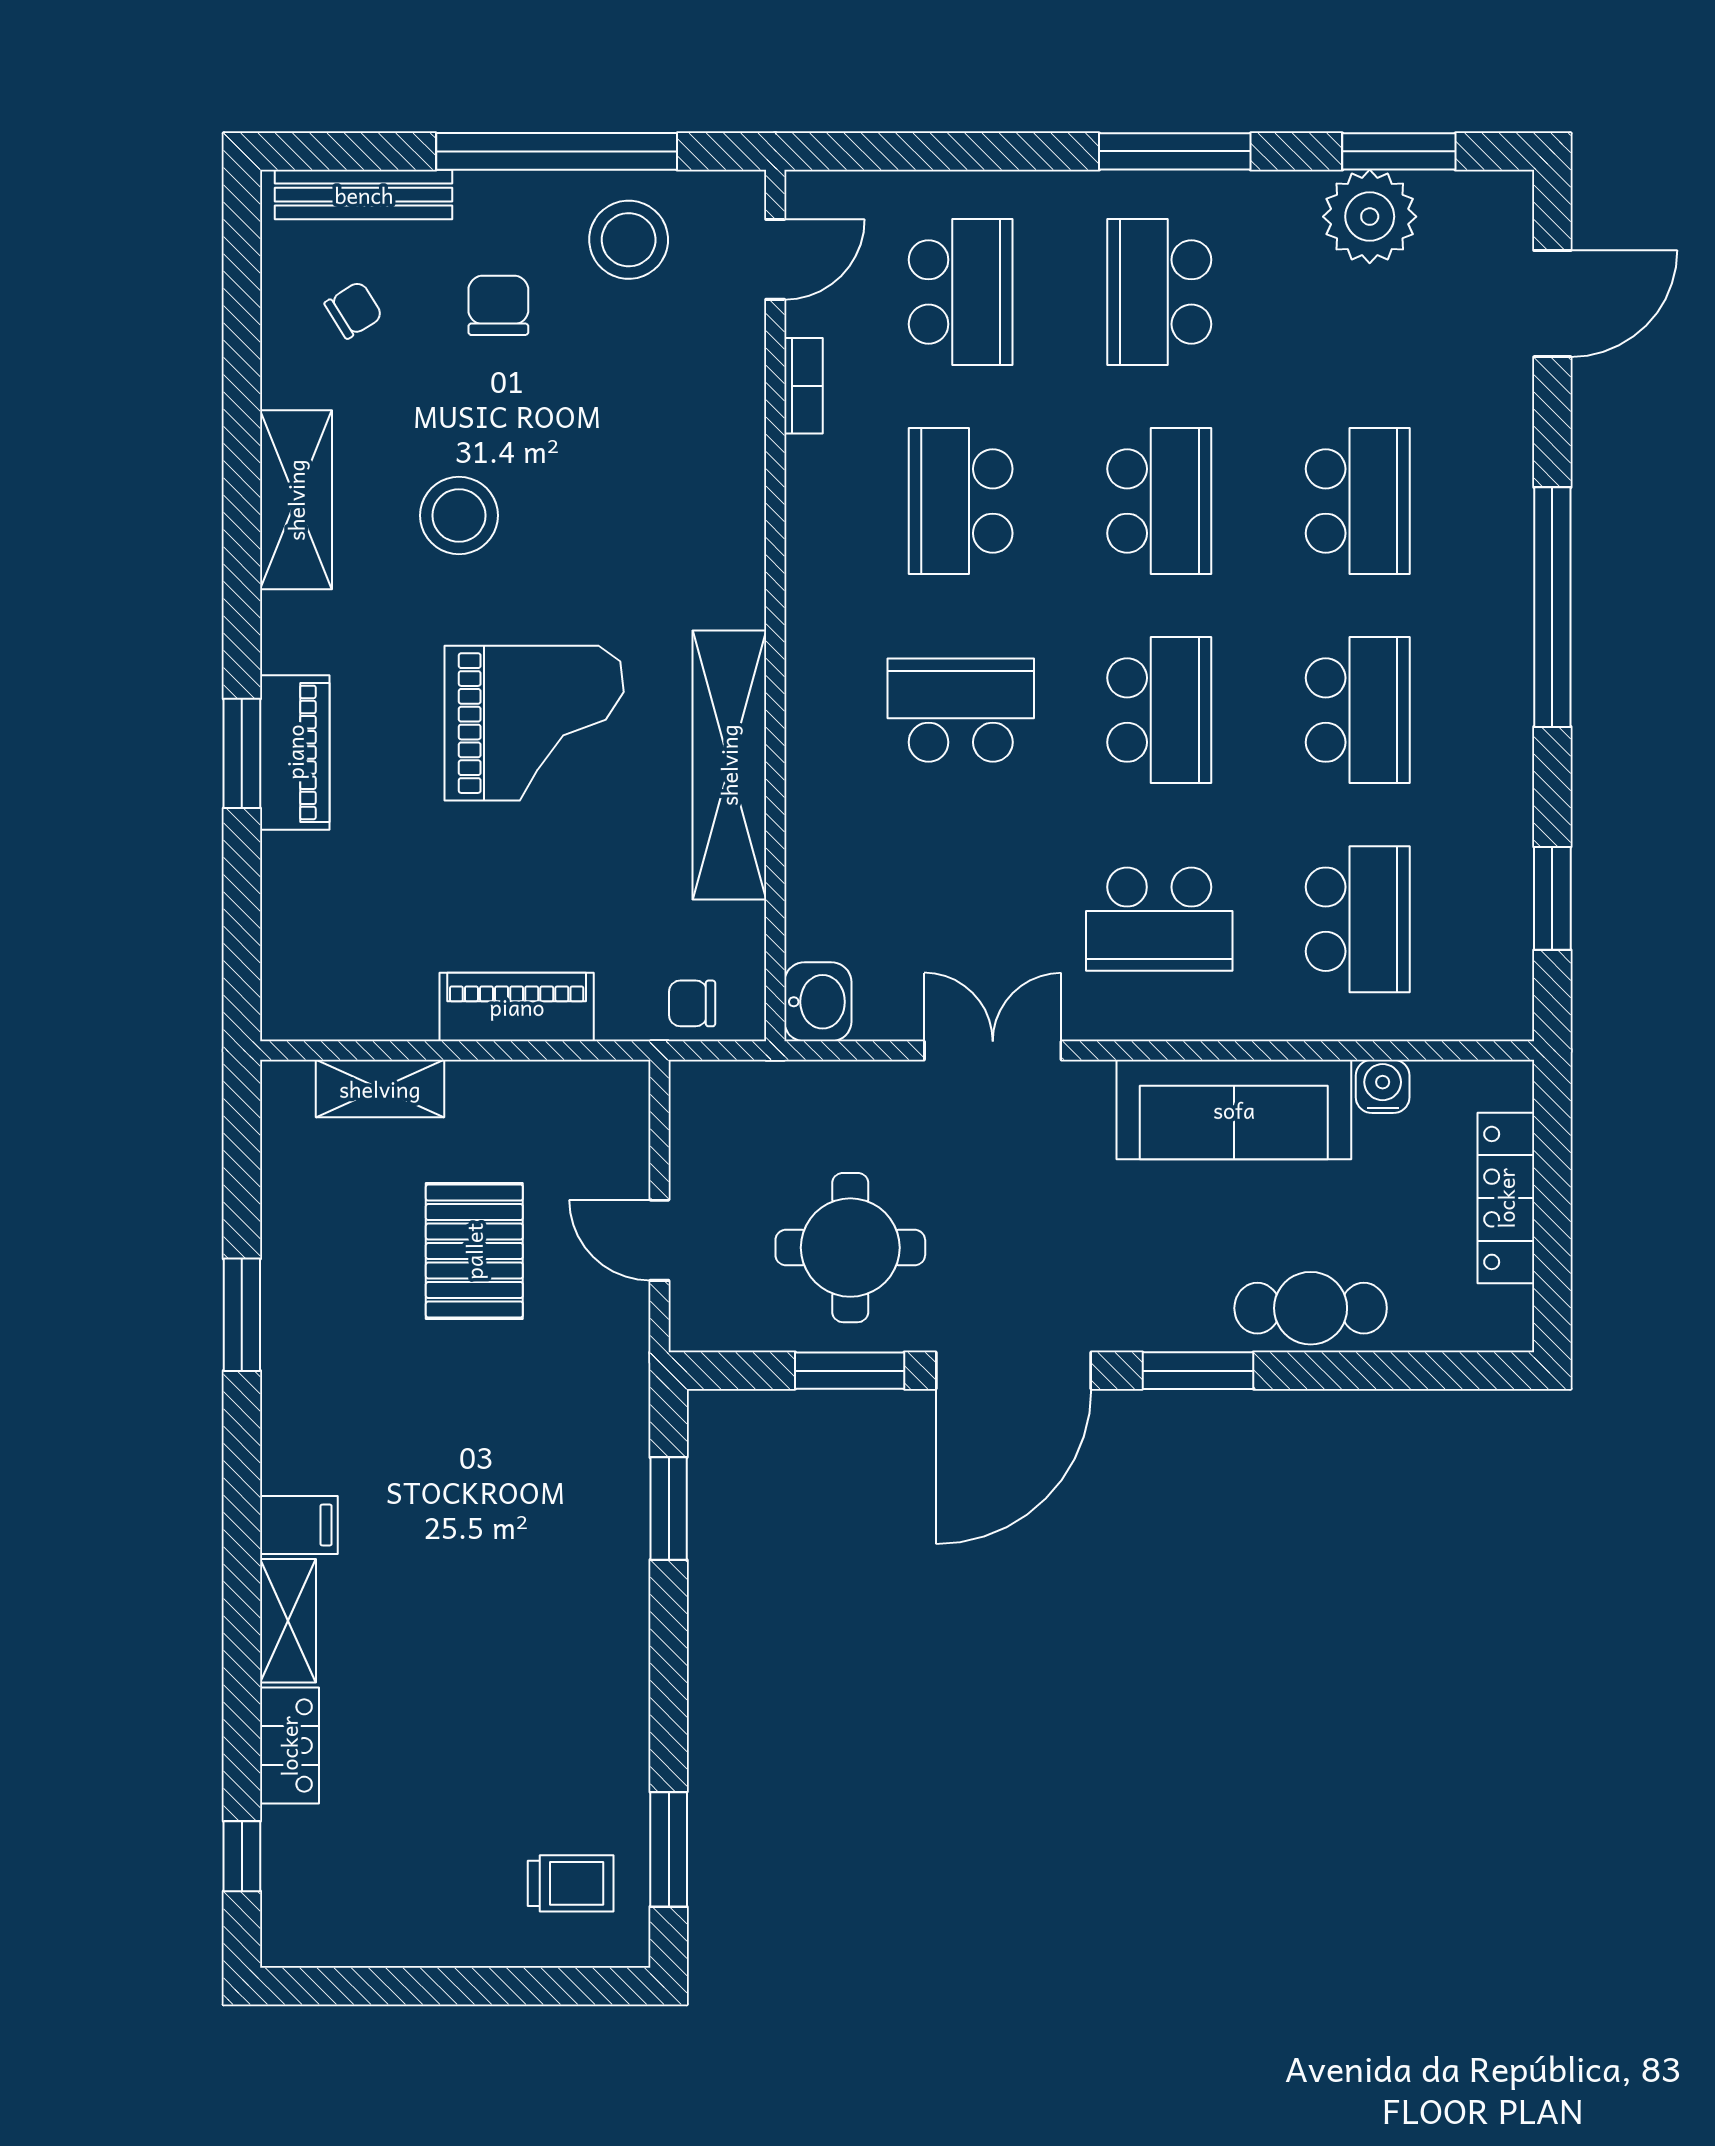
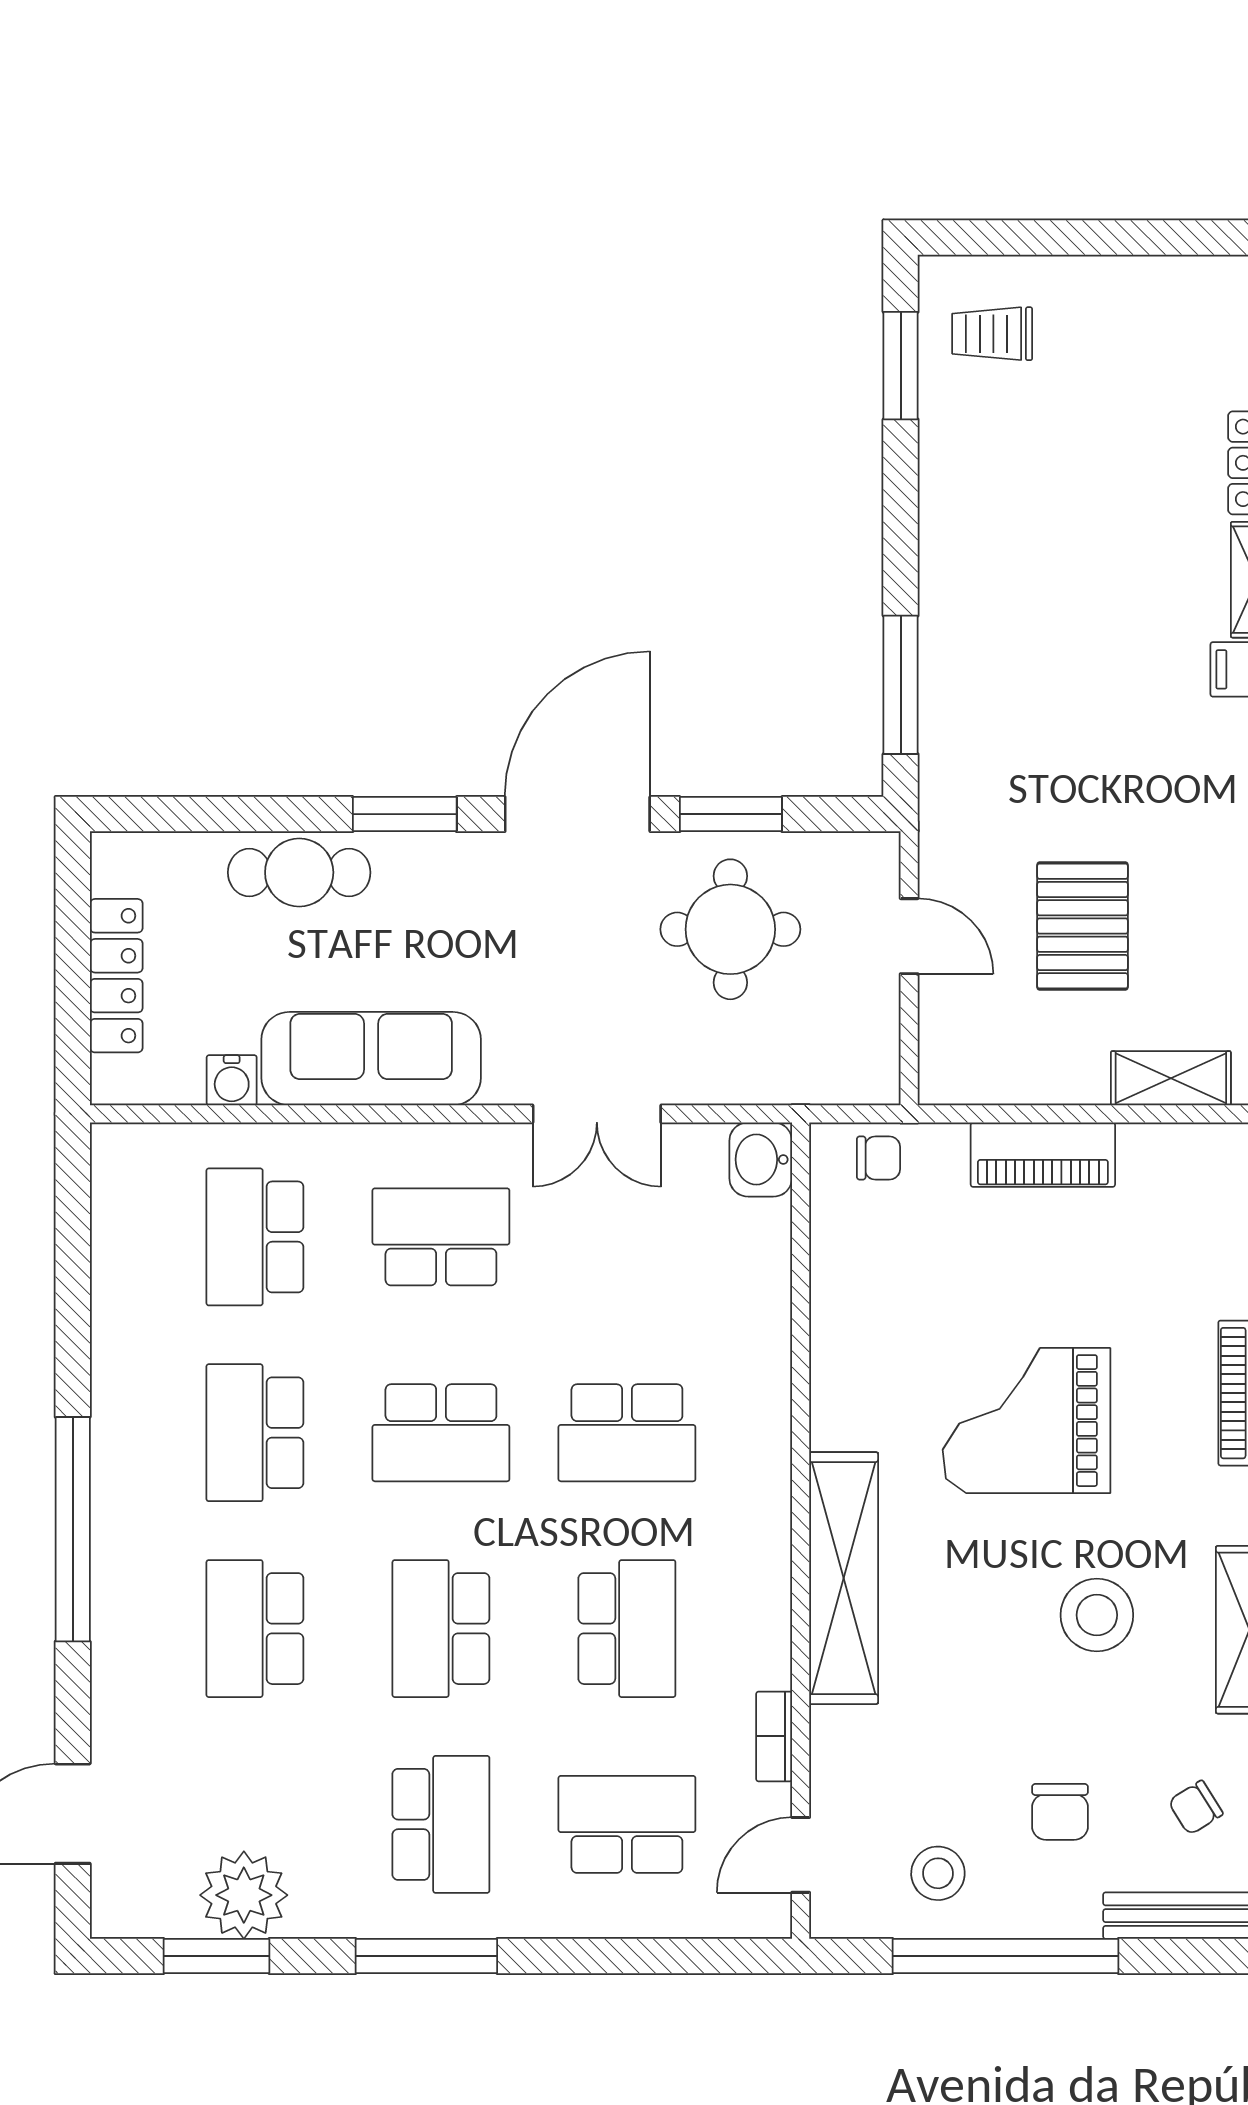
stool: (629, 240) -> (938, 1873), width x0.73, depth x0.73
school desk: (961, 292) -> (627, 1824), turned 90
school desk: (1159, 710) -> (441, 1433), turned -90
shelving: (729, 765) -> (844, 1578), moved
window: (1552, 898) -> (73, 1256), removed
window: (669, 1509) -> (901, 685), width x1.44

